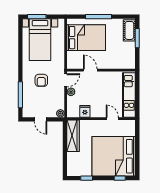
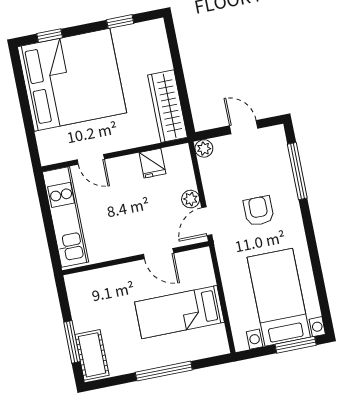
bed: (86, 38) -> (179, 312), width x0.67

